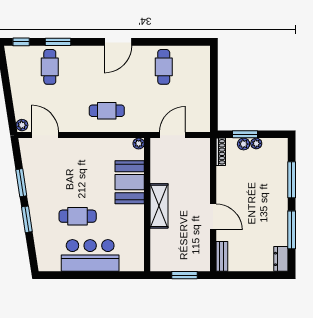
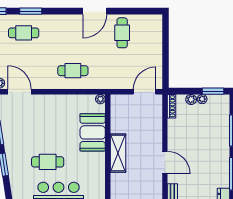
door: (118, 42) -> (95, 11), moved
cafe table: (50, 67) -> (24, 33), turned 90
window: (245, 134) -> (213, 91), moved
door: (172, 135) -> (145, 92), moved

